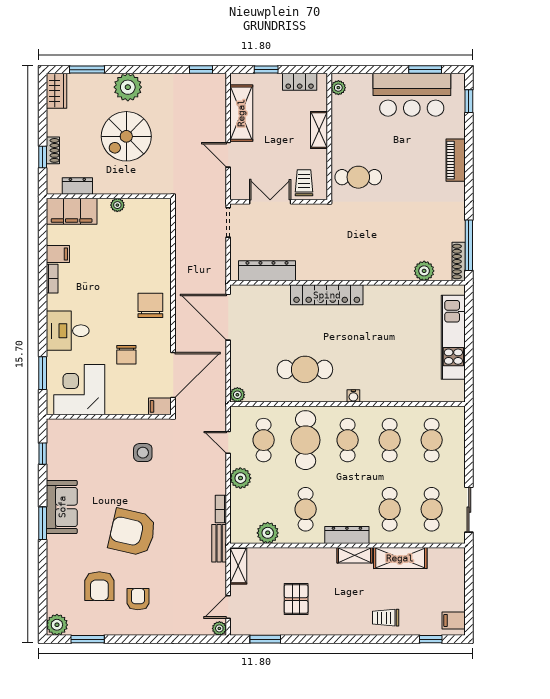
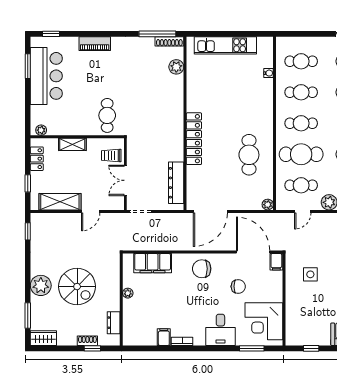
filing cabinet: (72, 211) -> (153, 263), moved, turned 90
water cooler: (353, 396) -> (268, 73), moved

